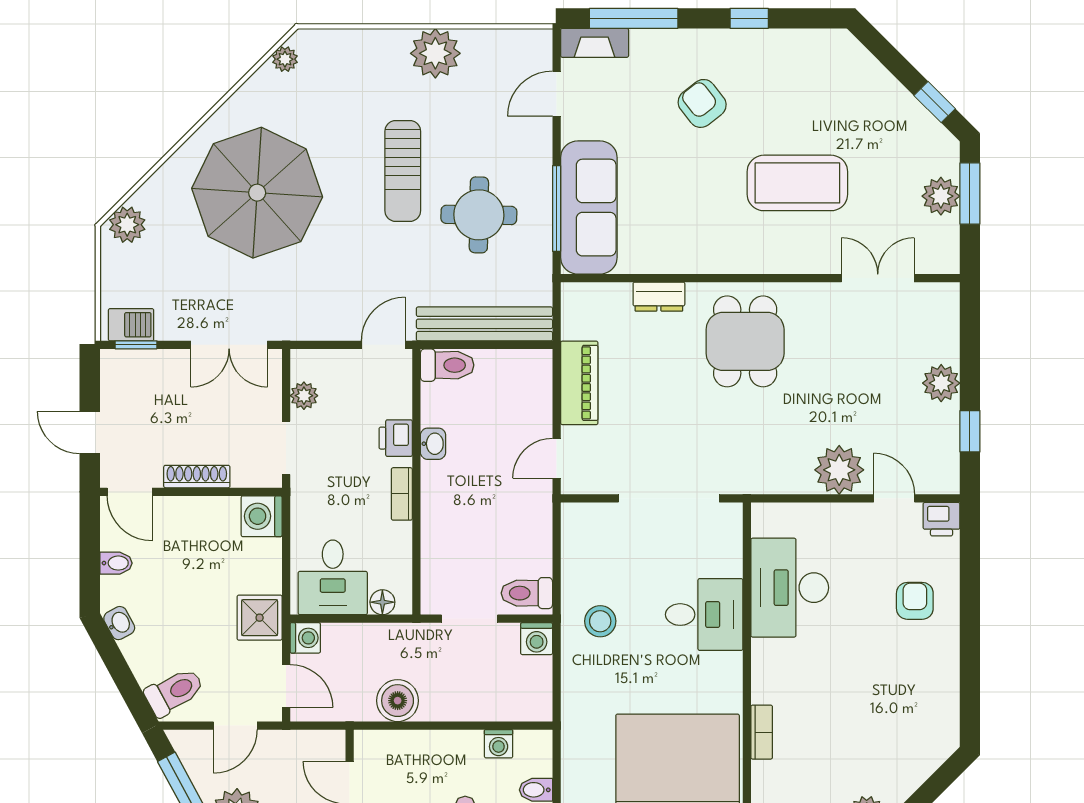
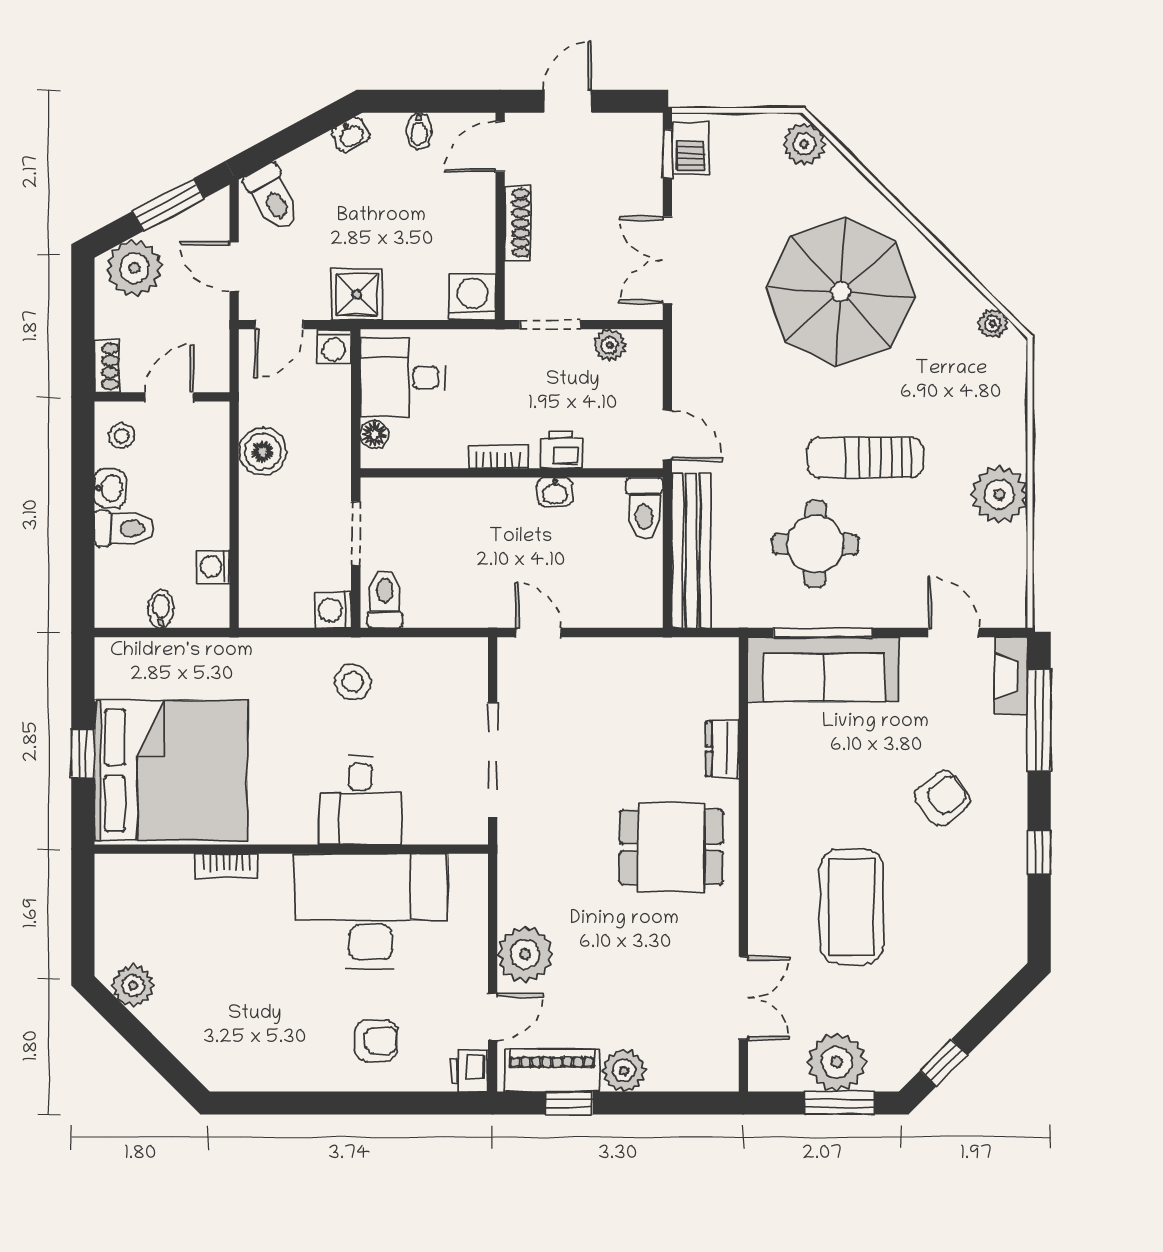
plant: (941, 196) -> (837, 1062), width x1.36, depth x1.36
piano: (579, 383) -> (552, 1070), moved, turned 180
desk: (790, 588) -> (371, 911), width x1.36, depth x1.30

